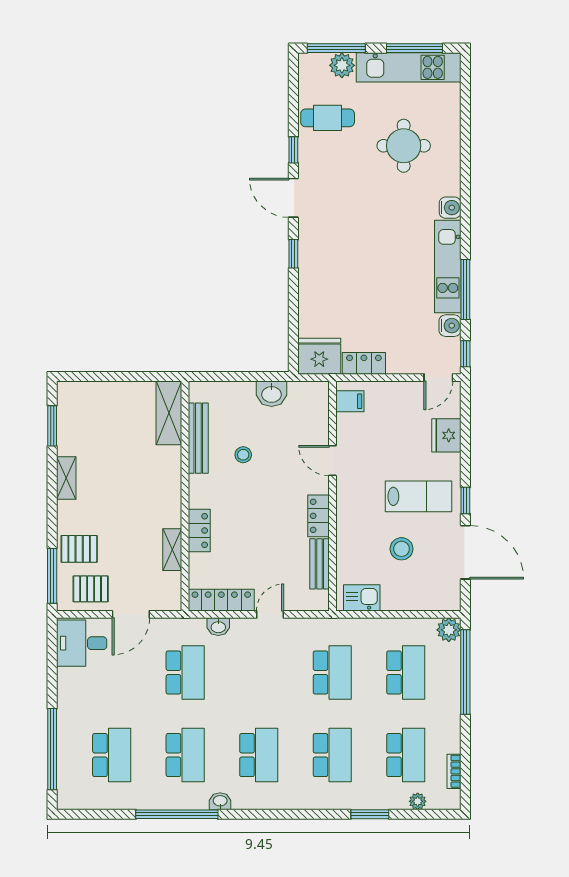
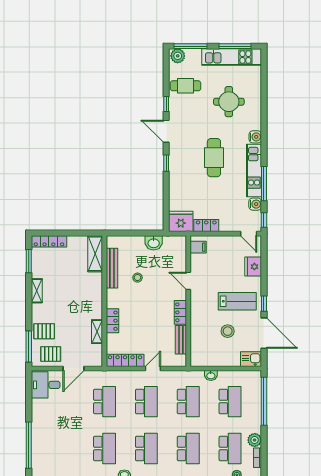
plant: (342, 65) -> (178, 56), moved
cafe table: (378, 244) -> (214, 158), added
door: (438, 378) -> (249, 234), hinge flipped
locker: (88, 391) -> (49, 241), added
kitchen sink: (362, 598) -> (251, 359), moved
washbasin: (218, 627) -> (211, 375), moved
plant: (449, 630) -> (255, 440), moved
school desk: (112, 755) -> (146, 402), moved

